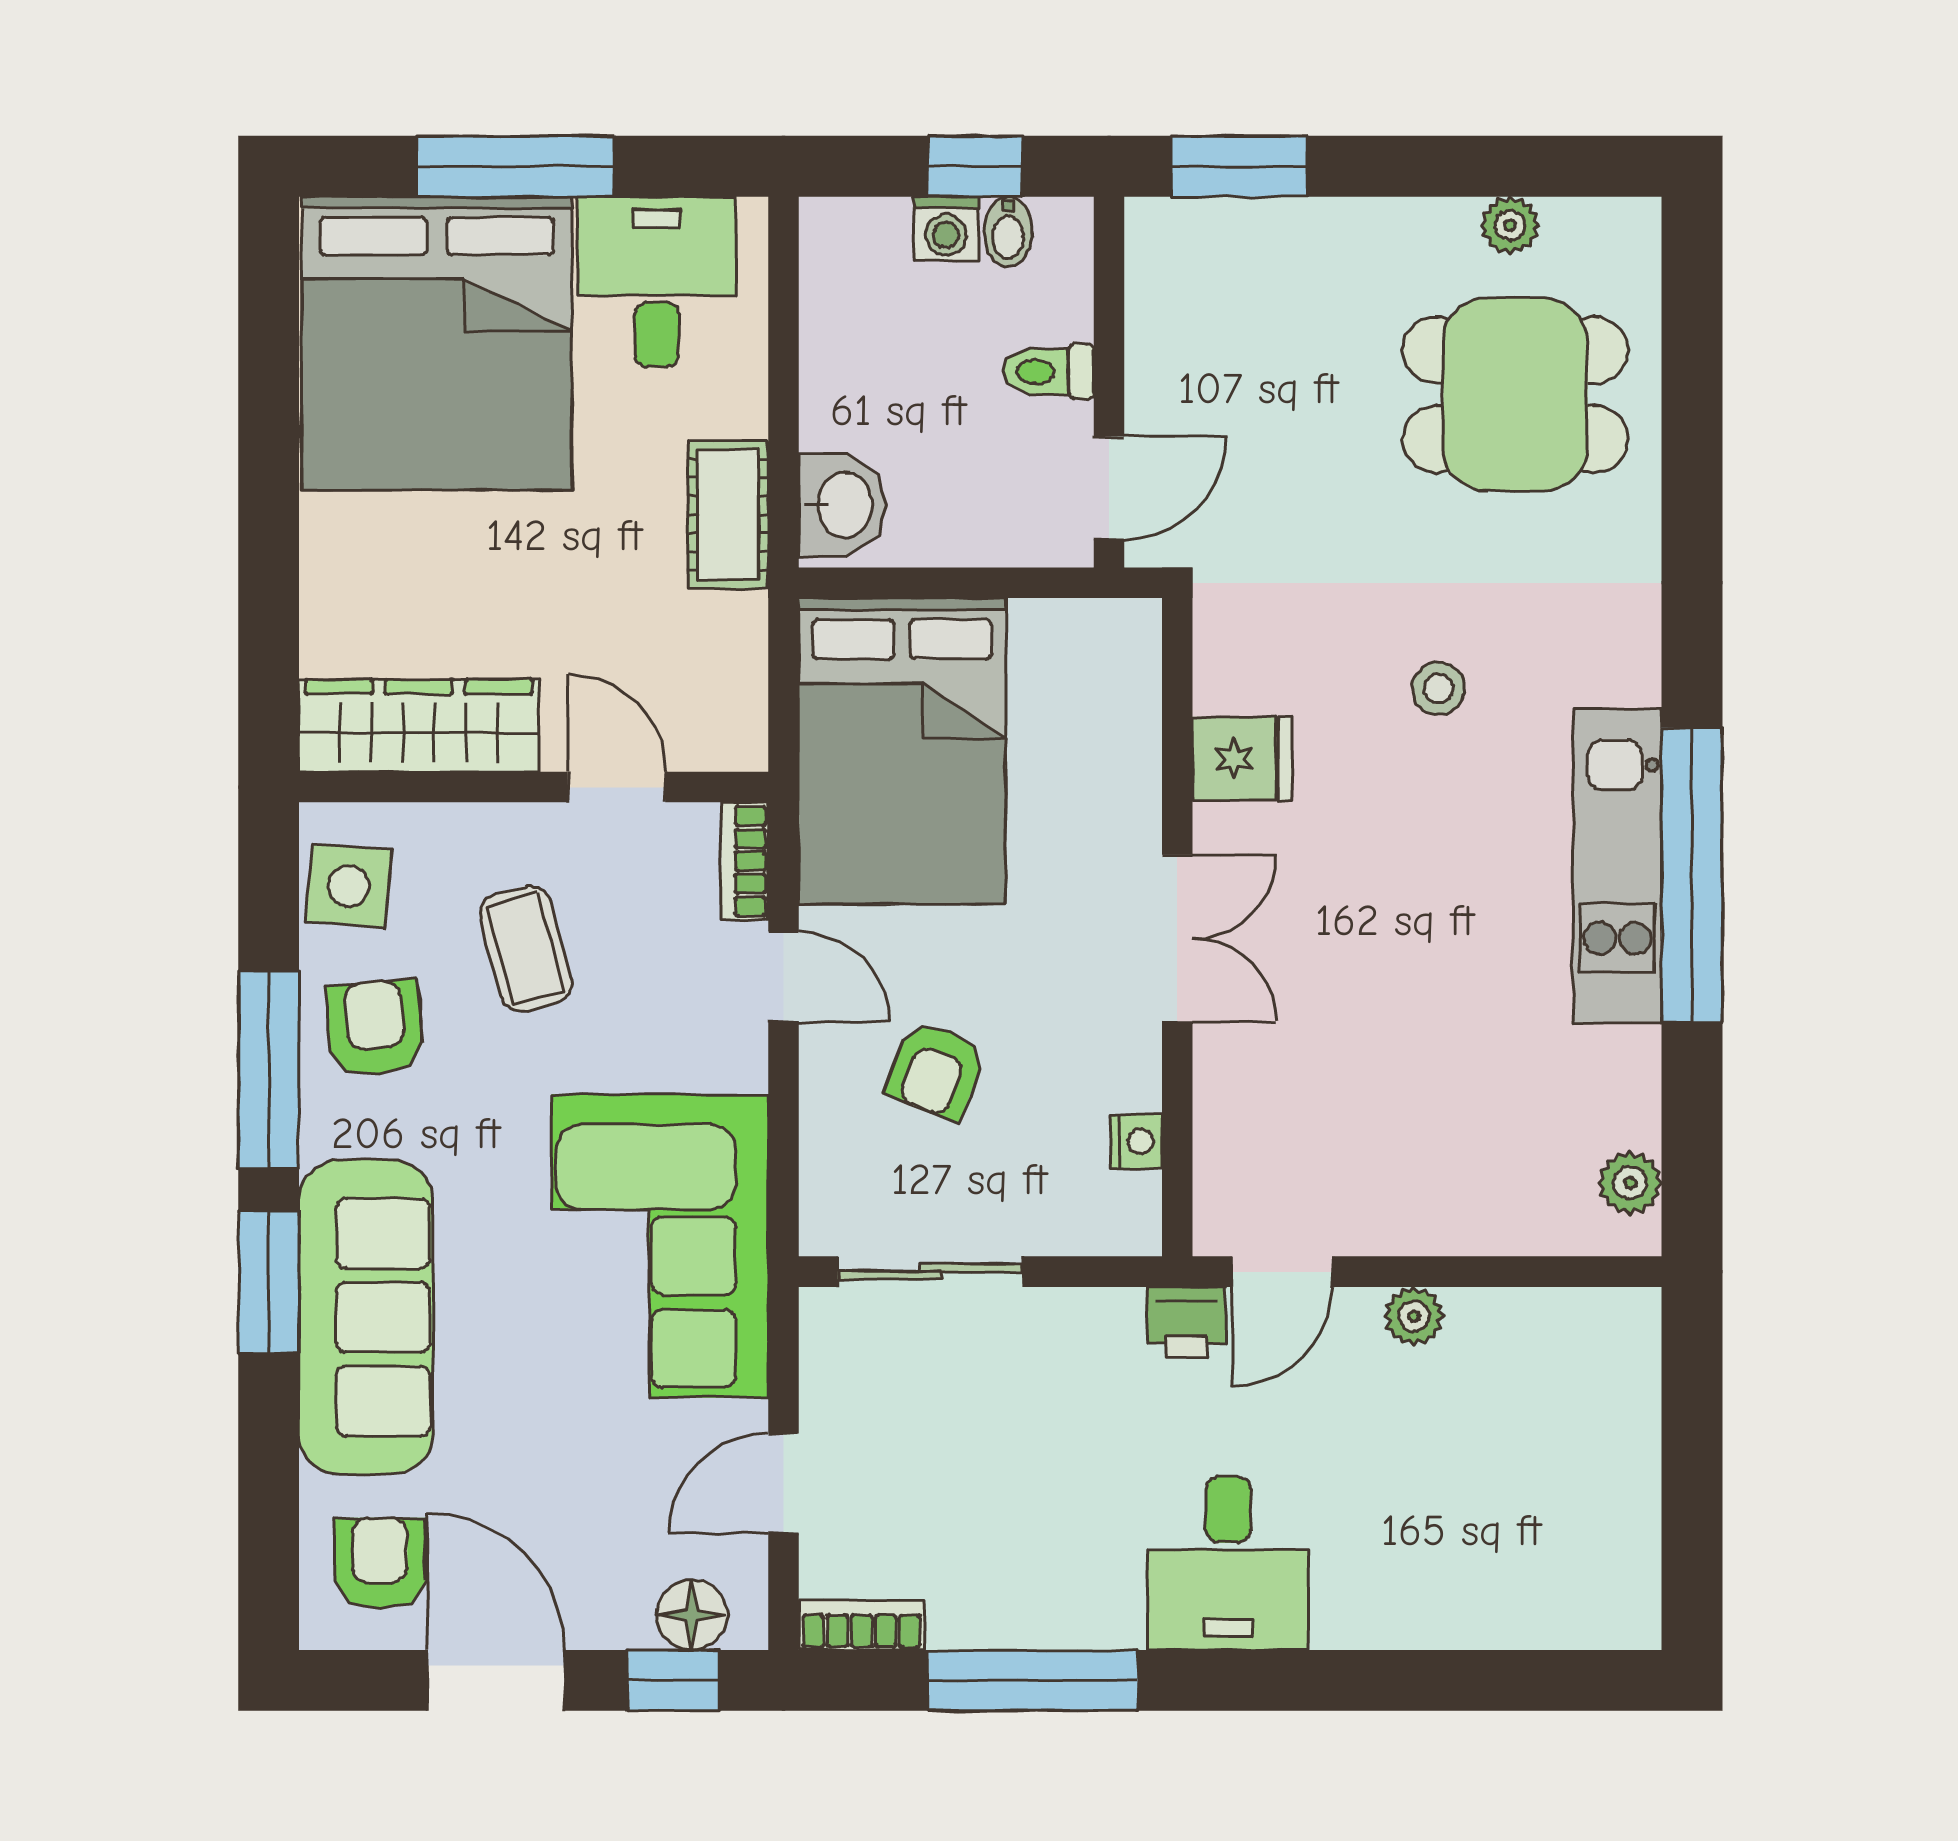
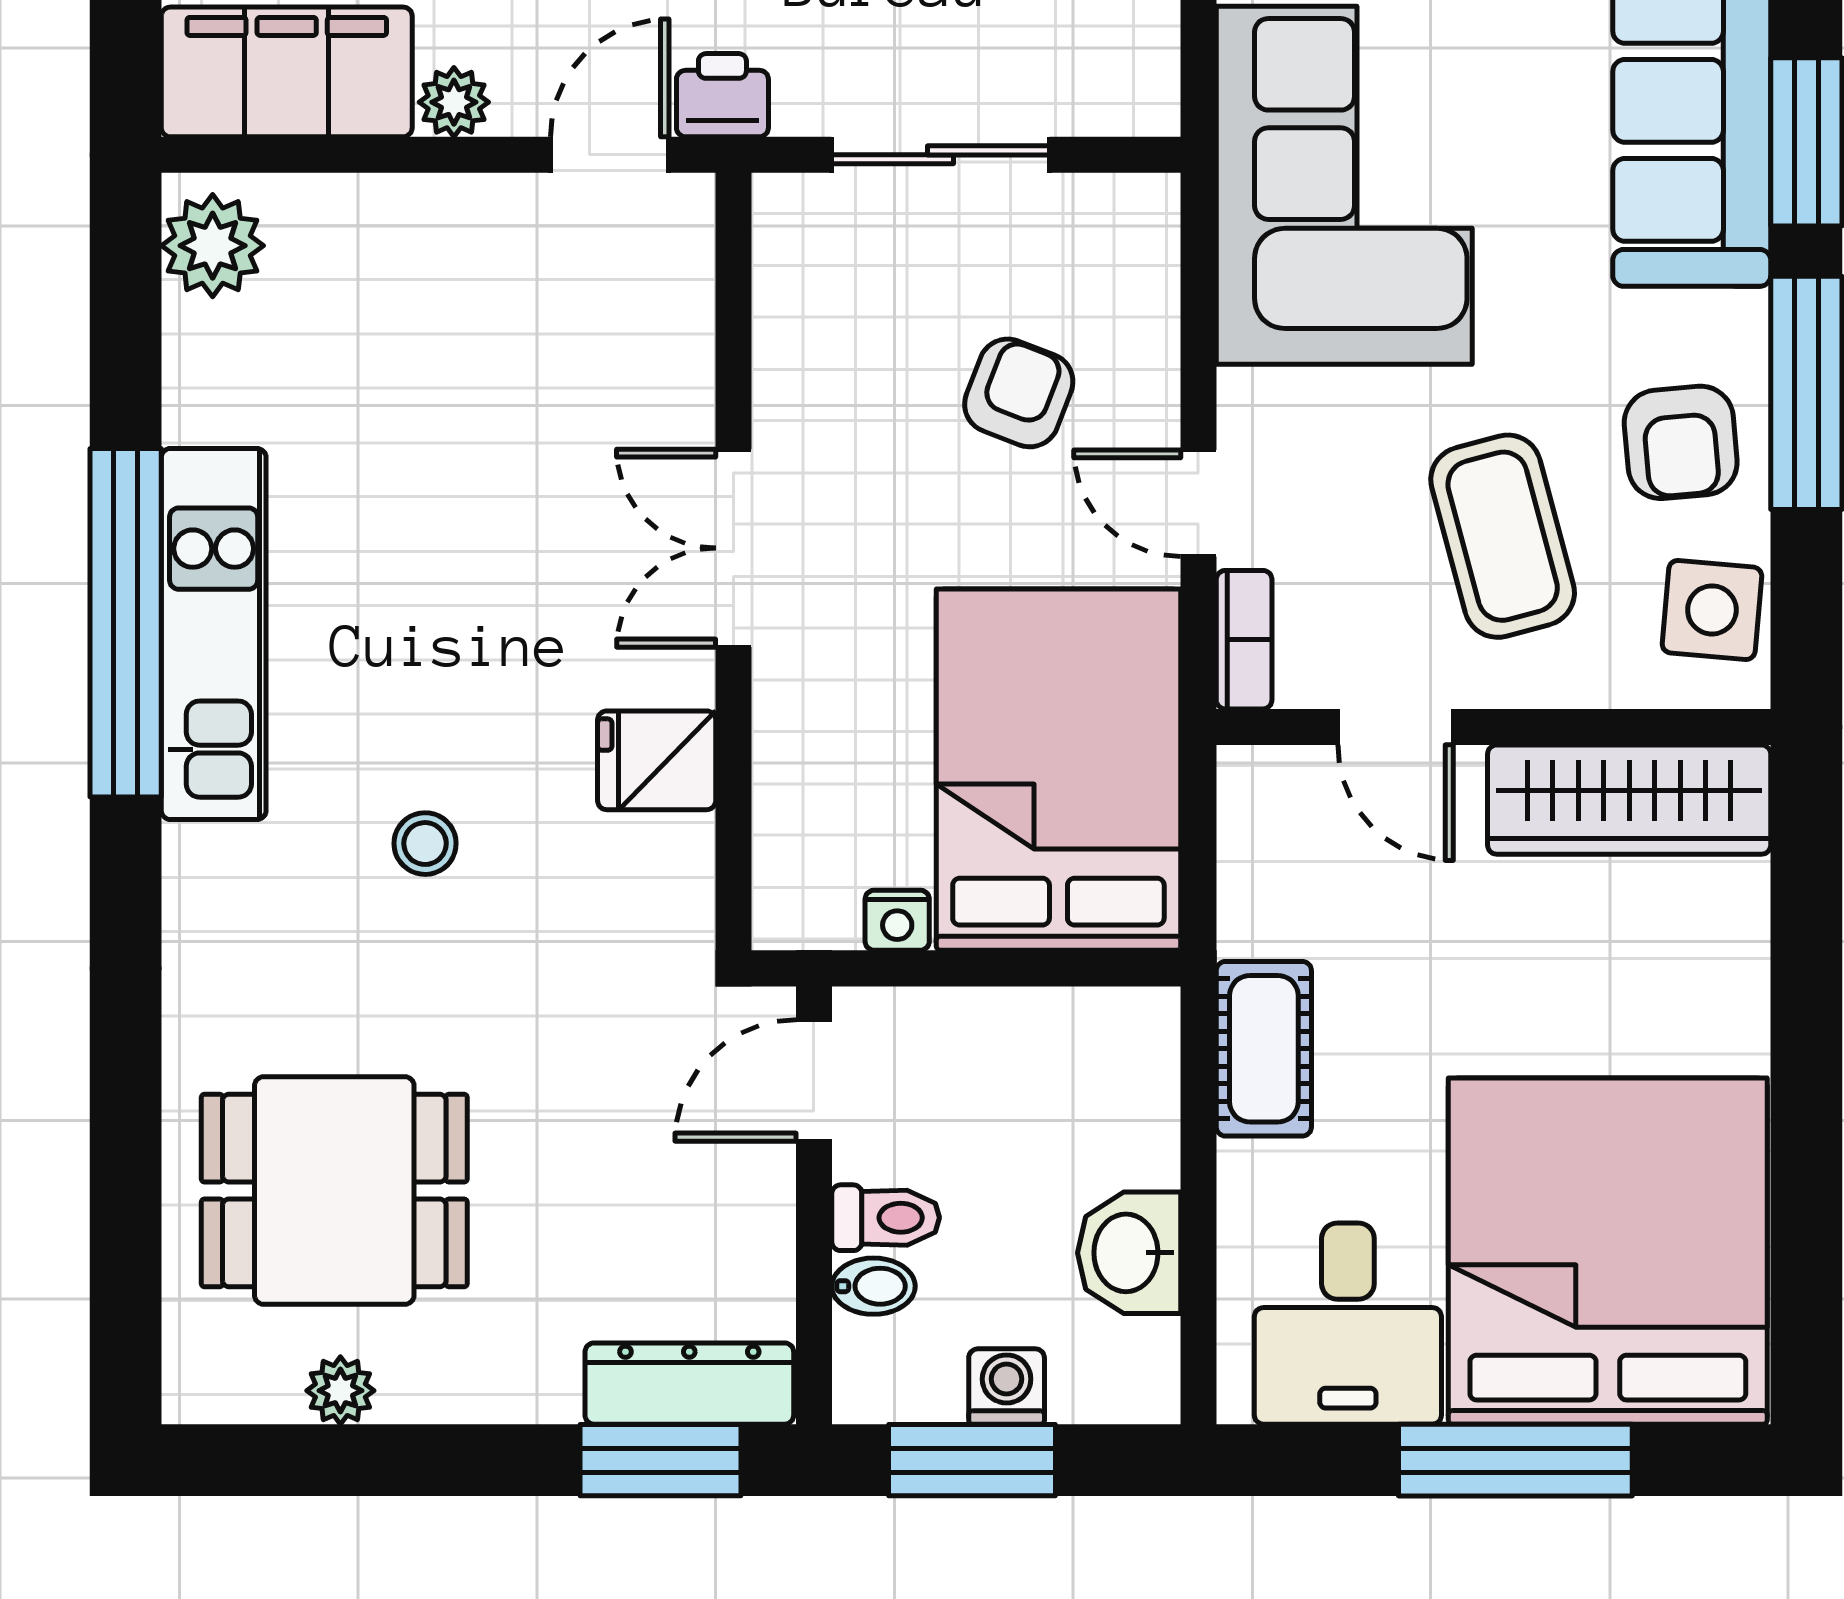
window: (975, 166) -> (972, 1460), width x1.50
dresser: (1215, 231) -> (689, 1384), added
bidet: (1008, 232) -> (873, 1286), moved, turned 90
washbasin: (842, 505) -> (1129, 1253), moved
coffee table: (526, 949) -> (1503, 536), width x1.36, depth x1.30
nightstand: (1136, 1141) -> (897, 920), moved, turned -90
plant: (1630, 1183) -> (213, 246), width x1.38, depth x1.38
sliding door: (930, 1272) -> (941, 155), moved
filing cabinet: (1556, 1342) -> (287, 72), added

